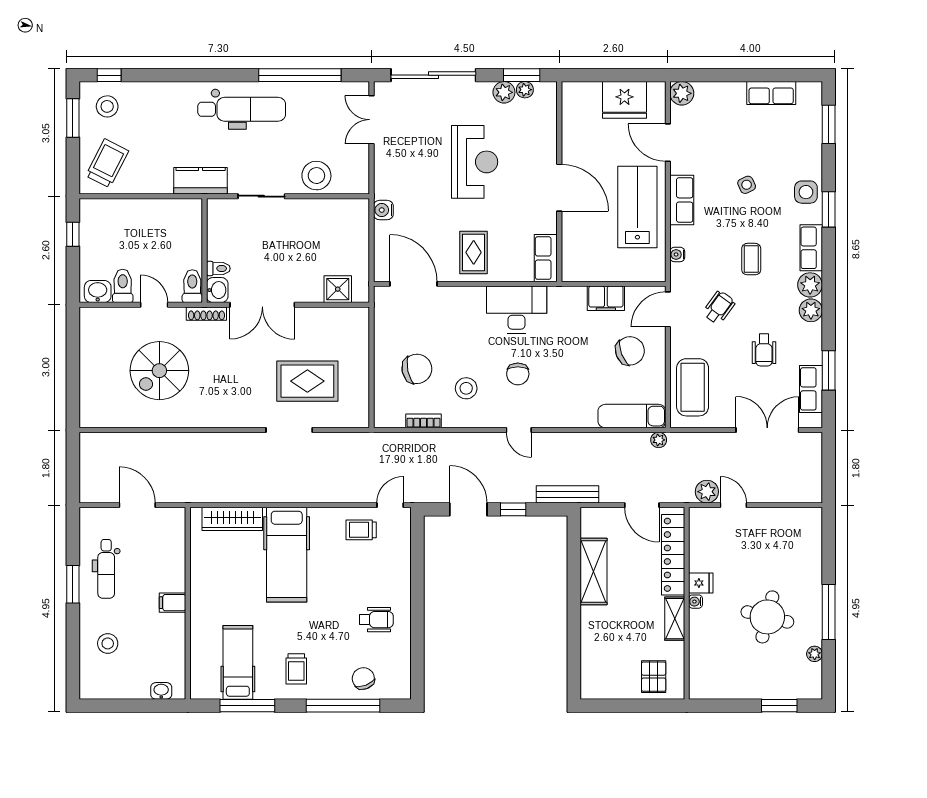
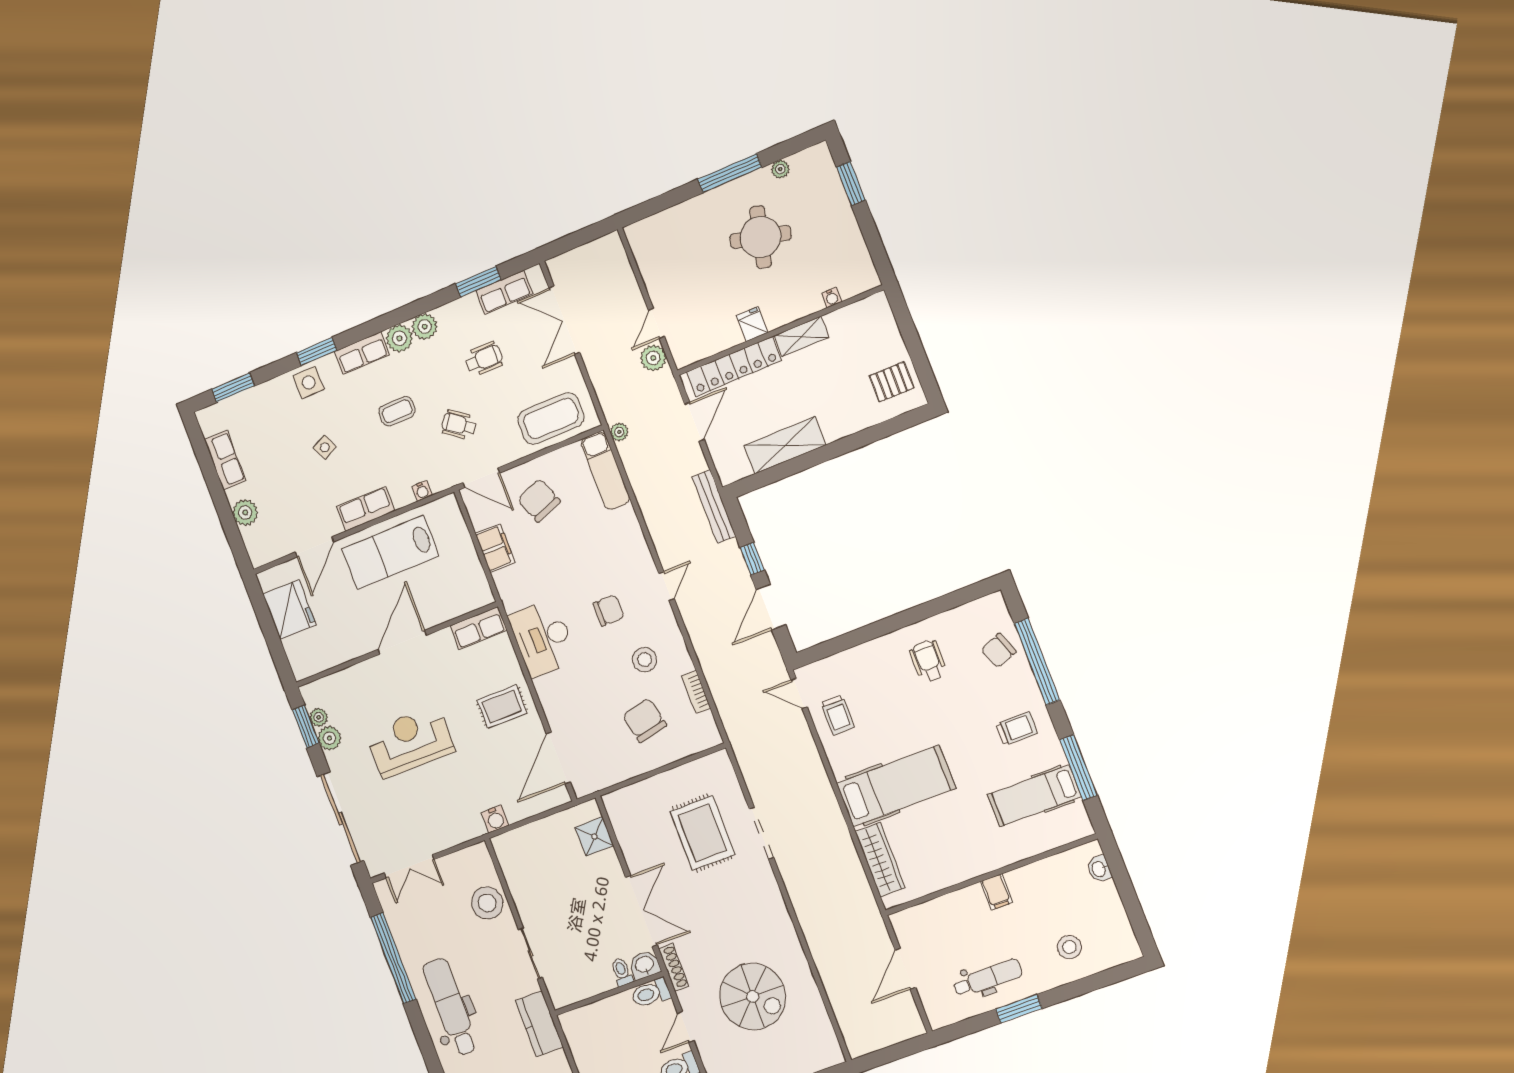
plant: (682, 93) -> (245, 512), moved
water cooler: (696, 602) -> (832, 298), moved
pallet: (654, 677) -> (892, 382), moved

